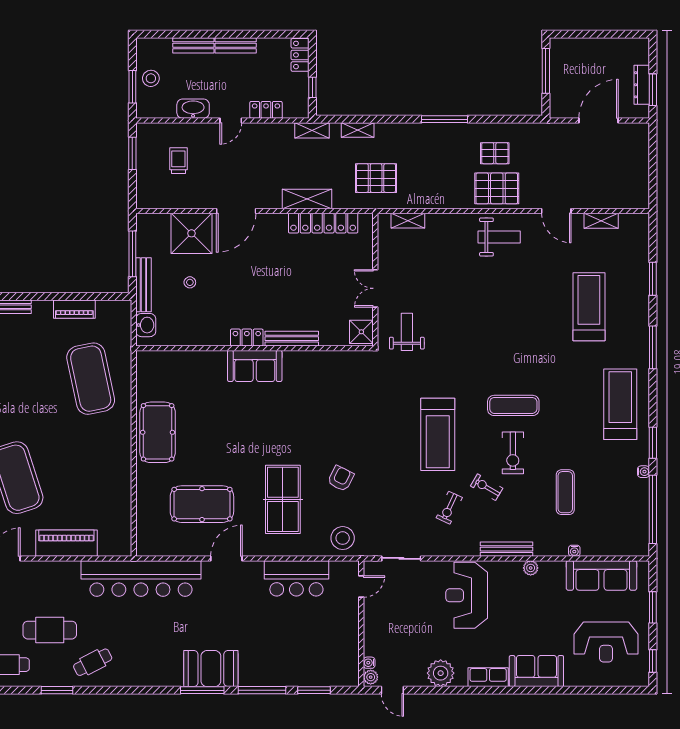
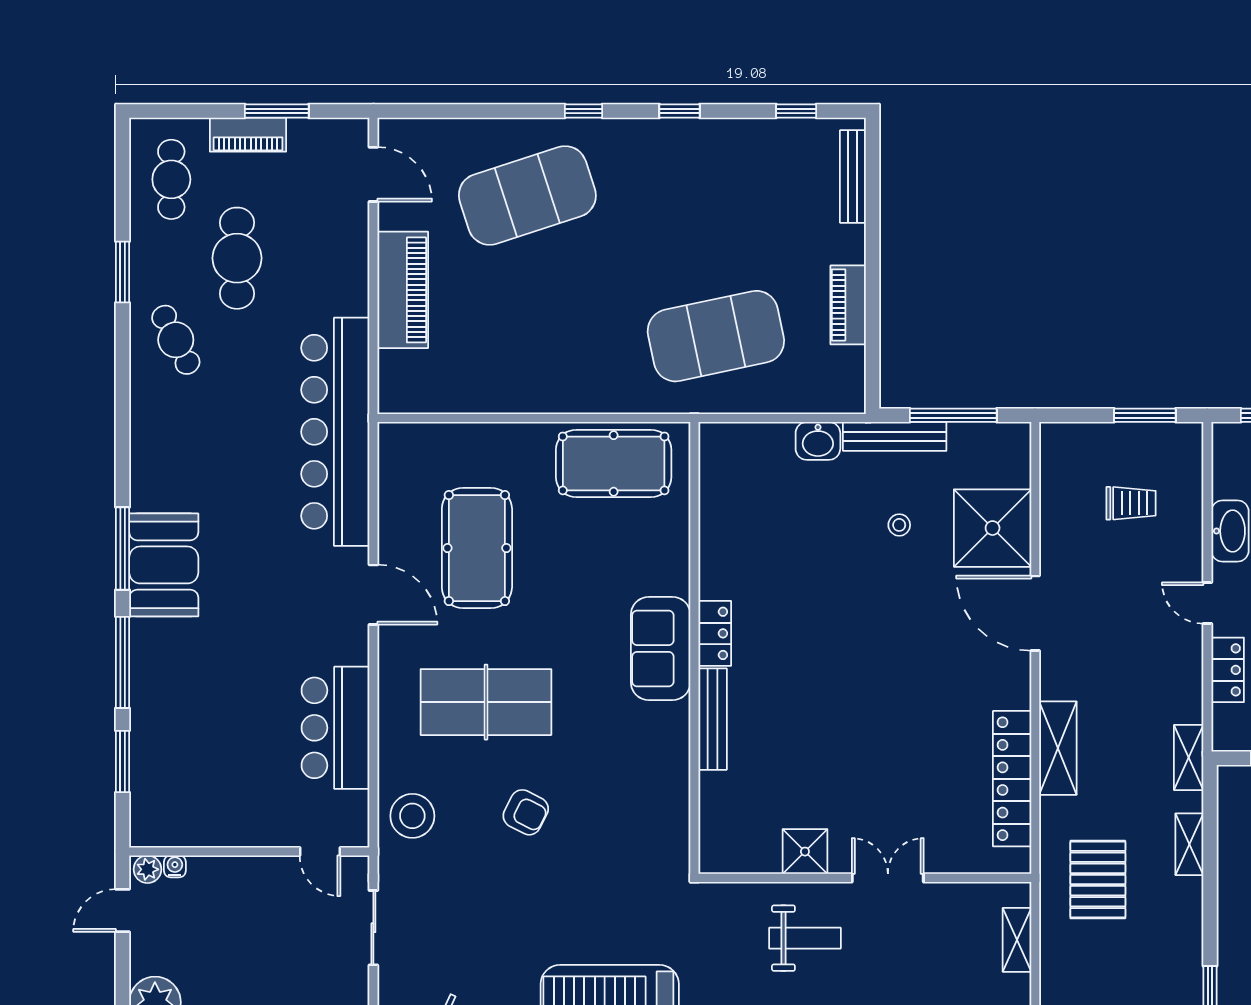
locker: (247, 338) -> (715, 633), moved
bench: (292, 339) -> (713, 719), moved
wall: (254, 348) -> (694, 648), moved
sofa: (255, 366) -> (661, 649), moved

